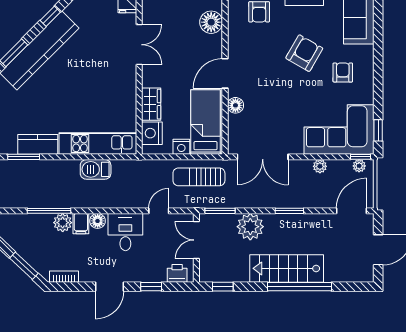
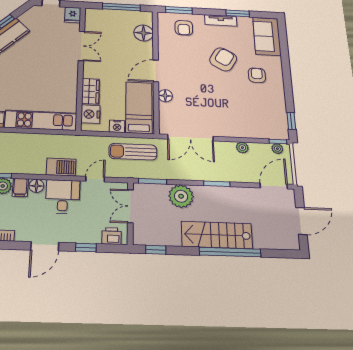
corner sofa: (339, 129) -> (257, 119), removed
barbecue: (96, 169) -> (61, 167), moved, turned 180

